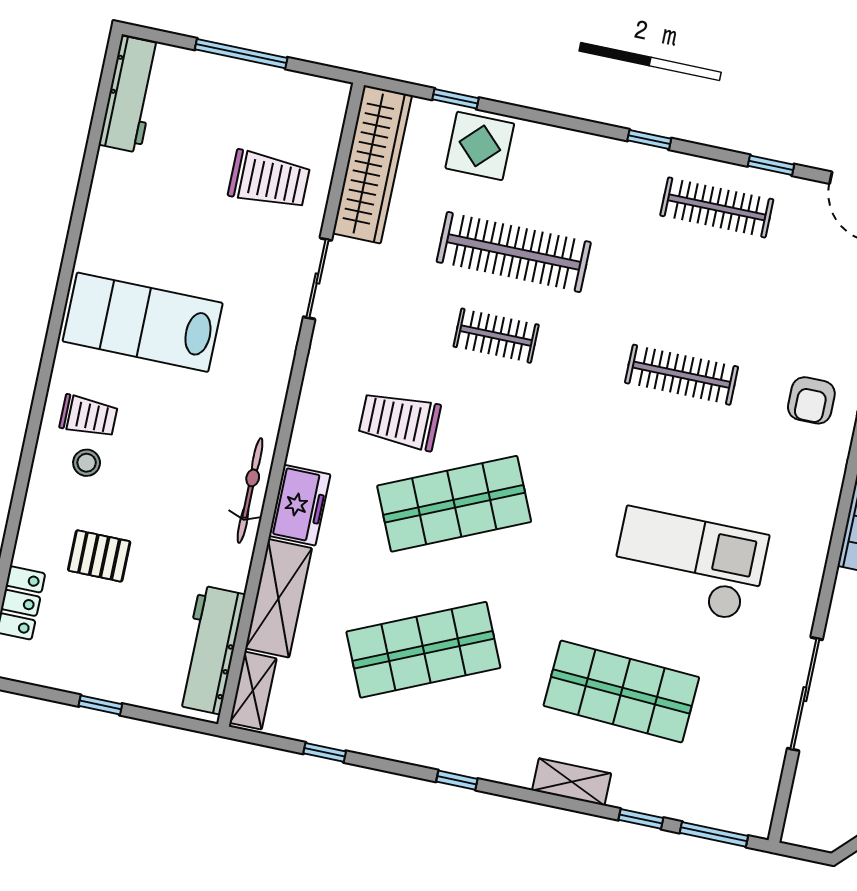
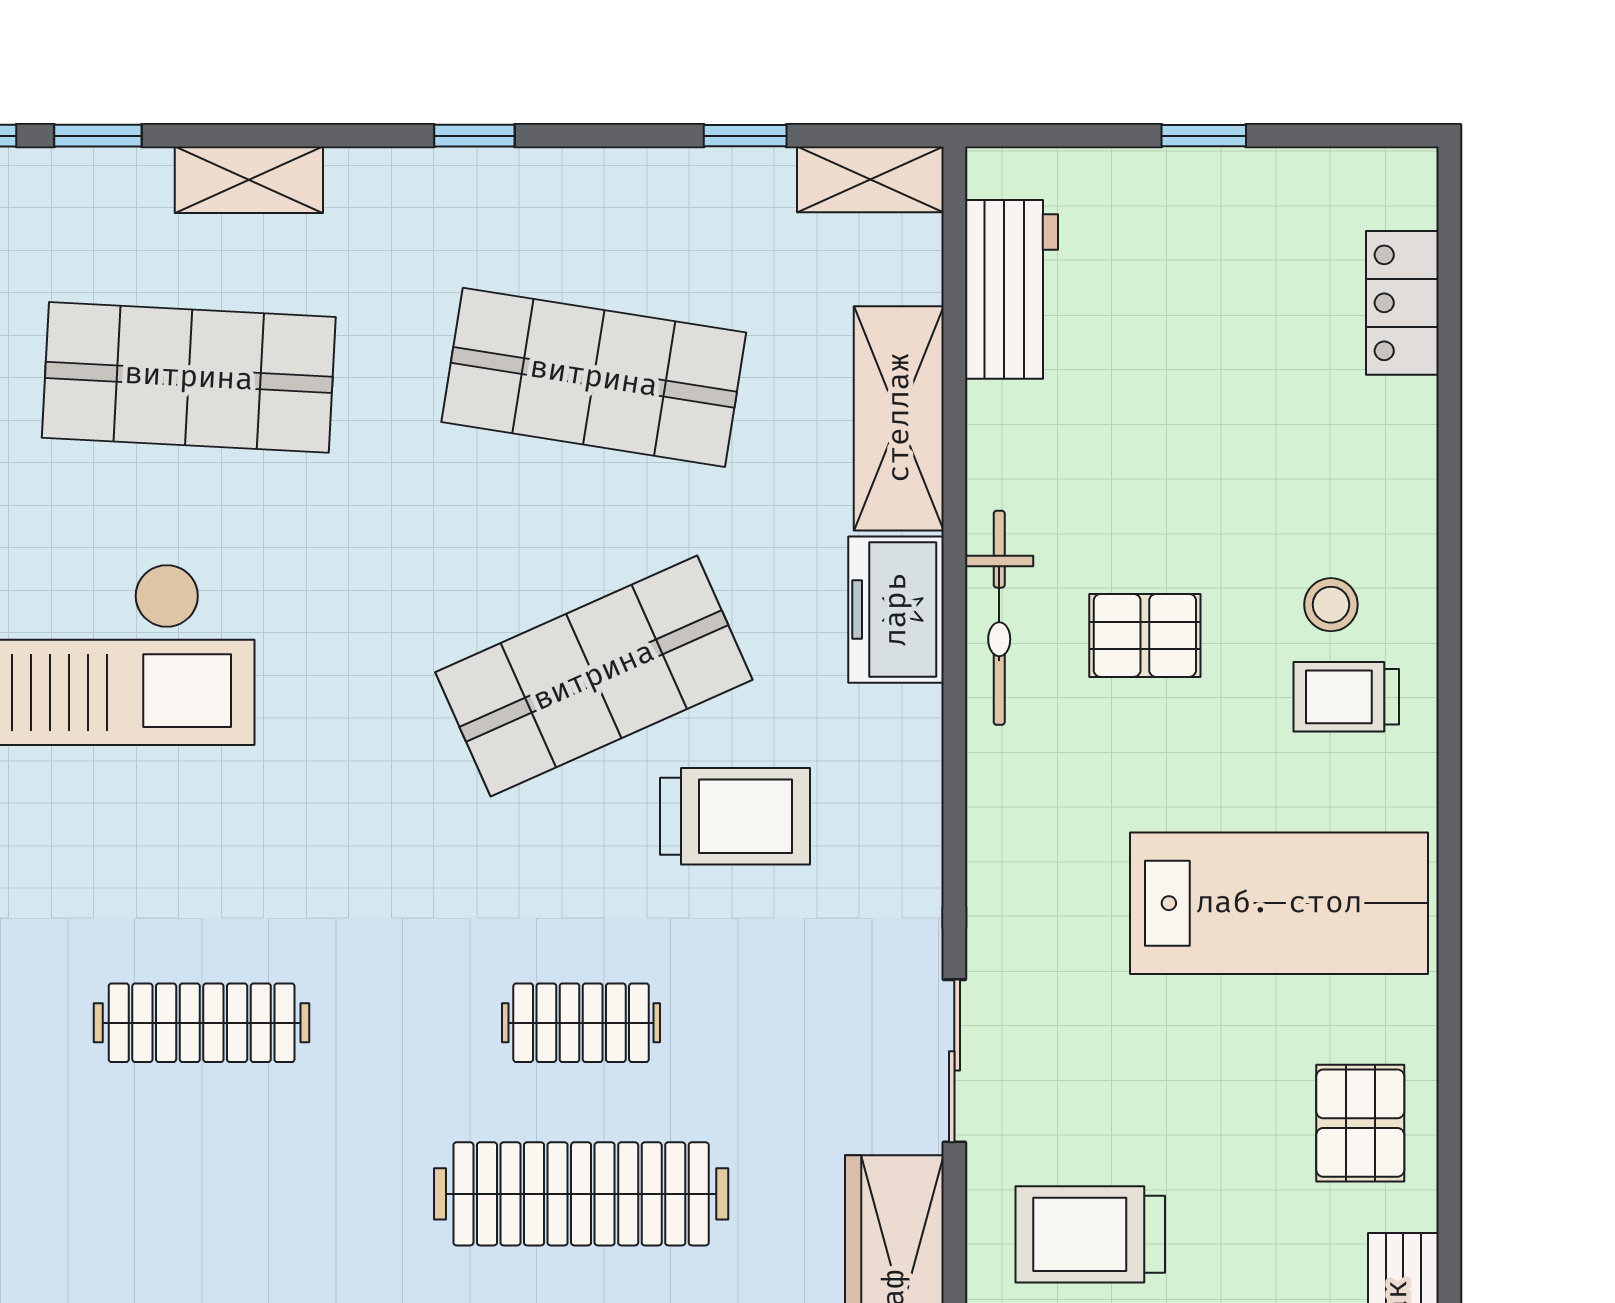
pallet: (126, 206) -> (1360, 1123), added
pallet: (99, 556) -> (1145, 635), moved
workbench: (210, 650) -> (1012, 289), width x0.73
shop shelf: (423, 650) -> (594, 377), turned 33
shelving: (253, 691) -> (870, 179), moved, turned 90

